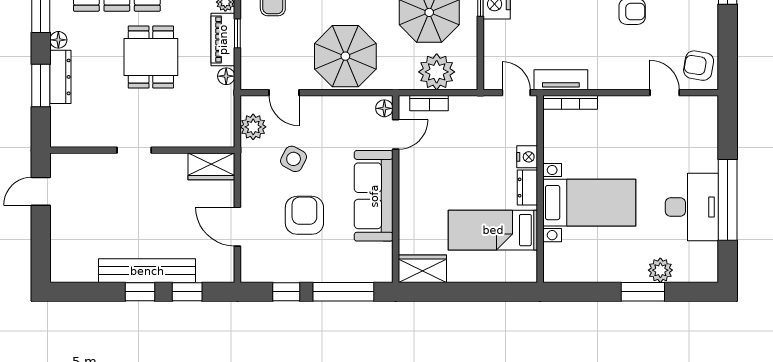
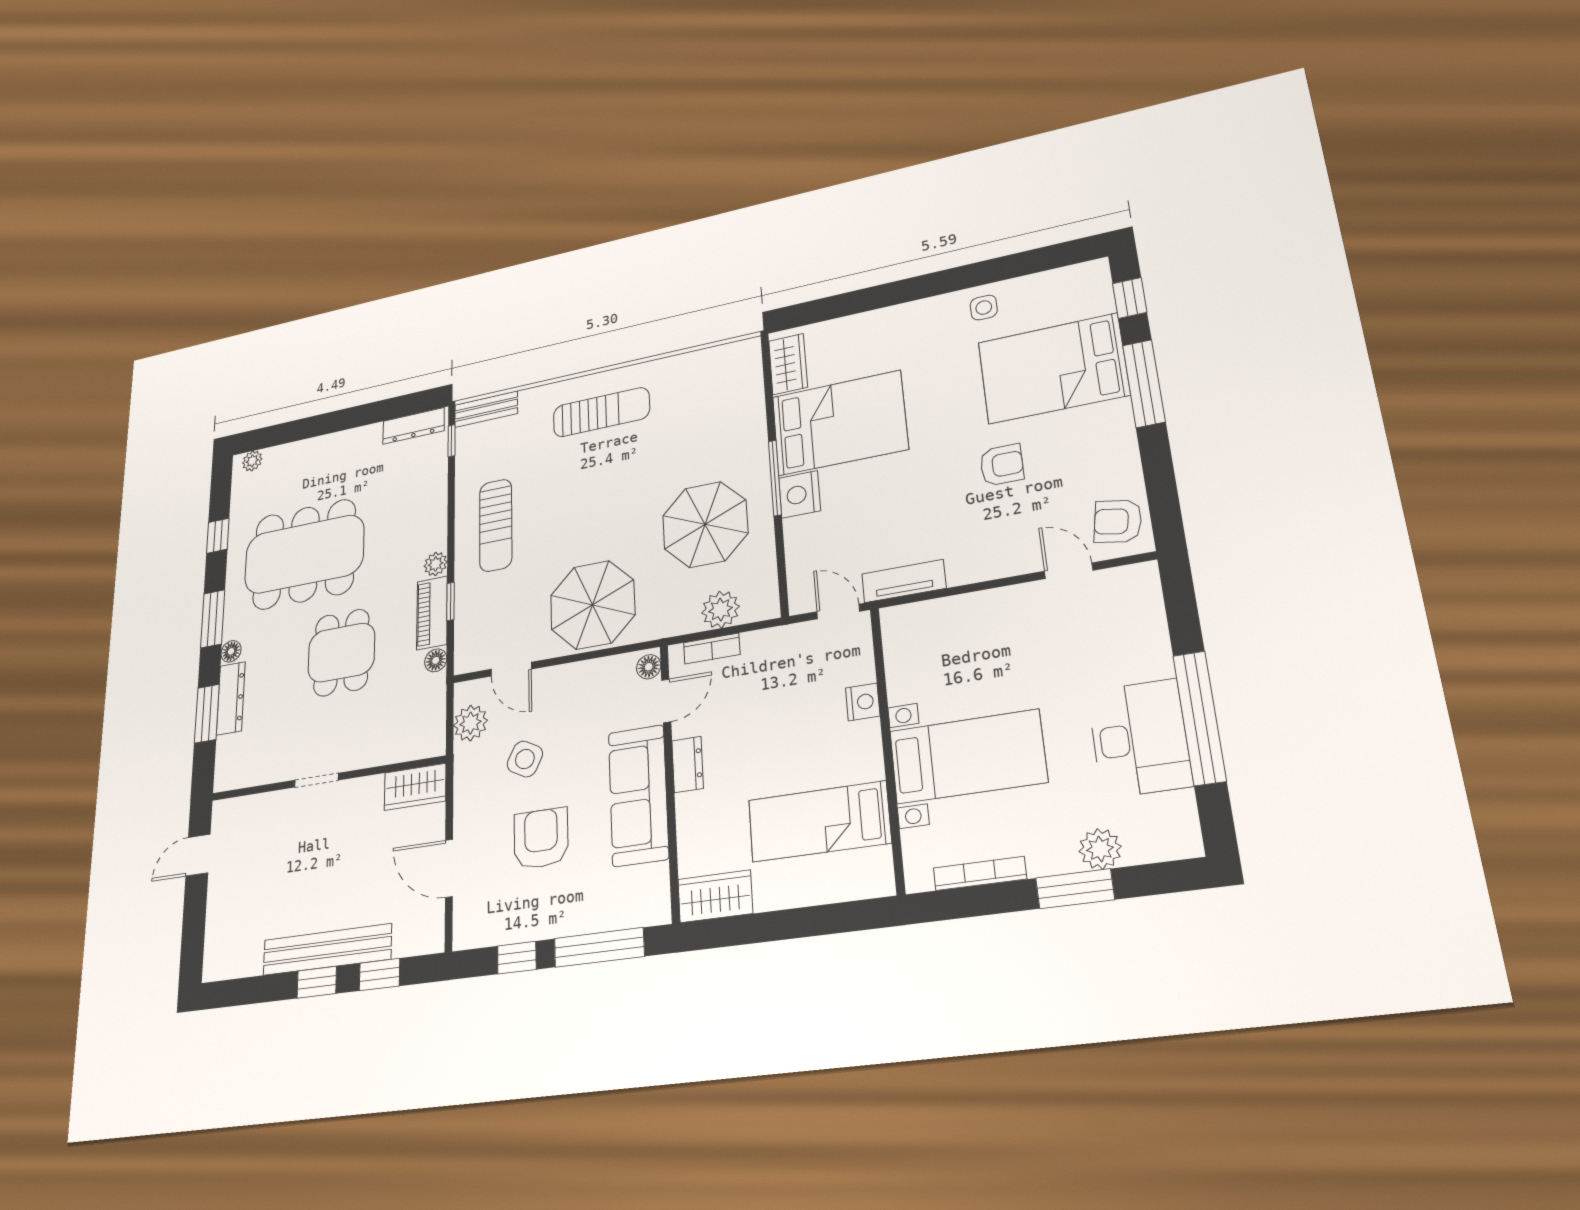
plant: (437, 72) -> (721, 610), width x0.73, depth x0.73
bookcase: (570, 102) -> (980, 873), moved, turned 180
dresser: (527, 188) -> (688, 764), moved, turned 180

